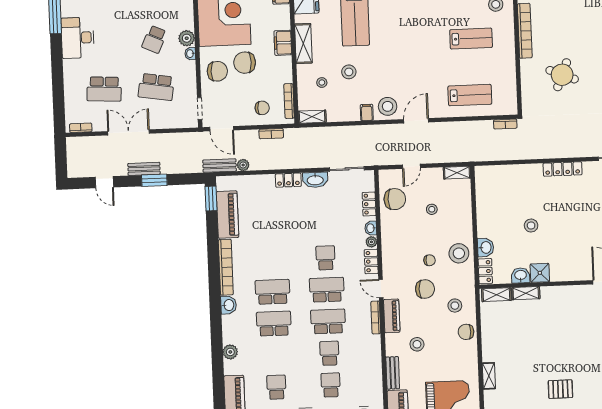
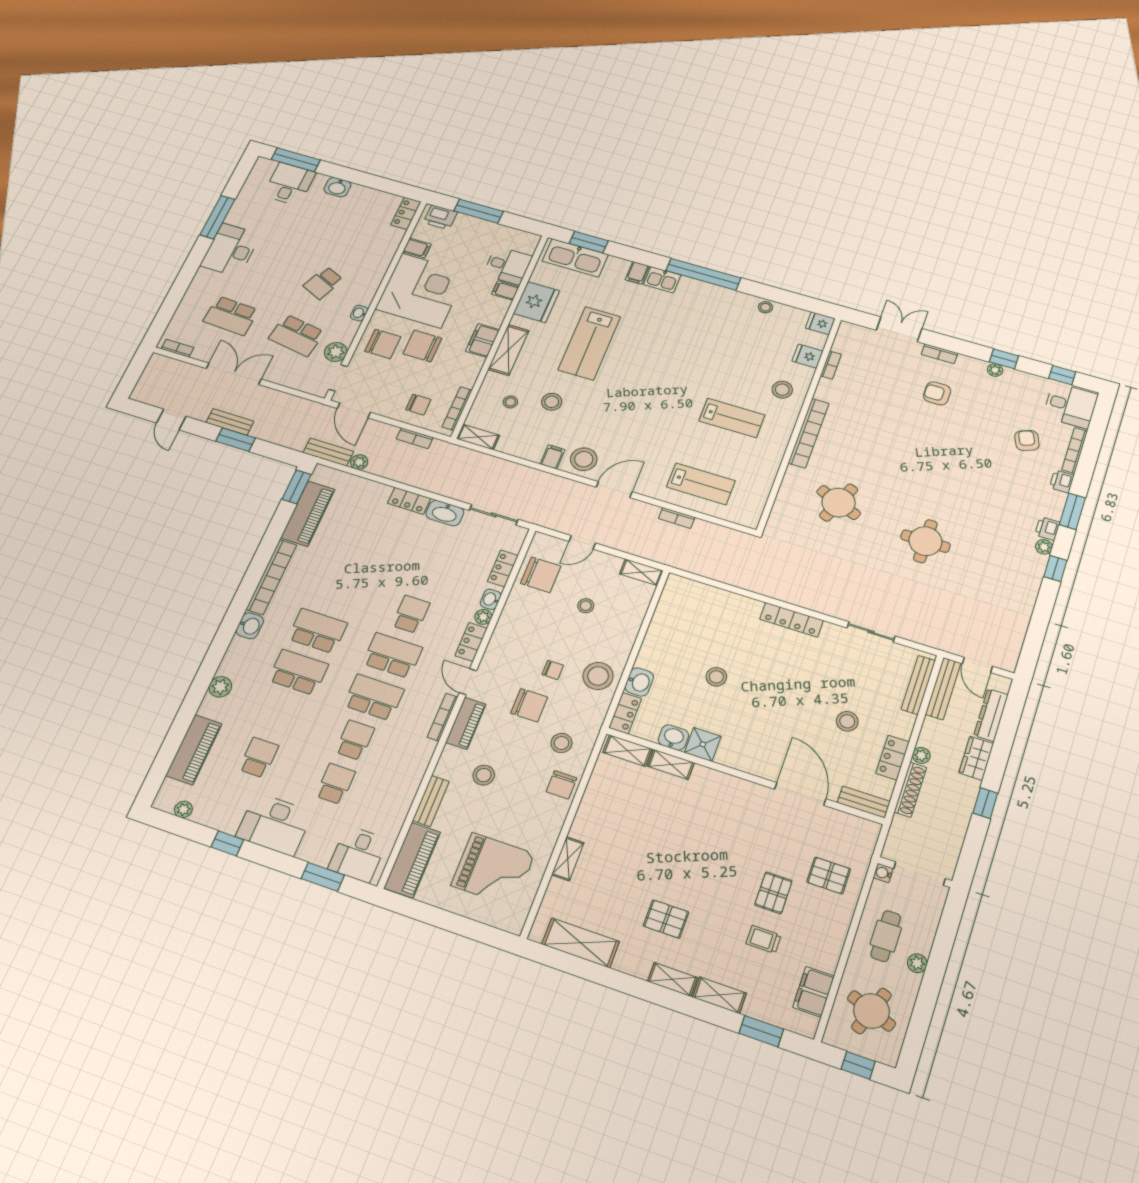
plant: (187, 38) -> (336, 352), moved
bookcase: (505, 124) -> (677, 518), moved
chair: (466, 332) -> (562, 785), turned -90

